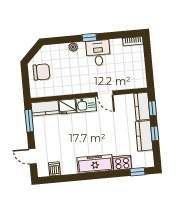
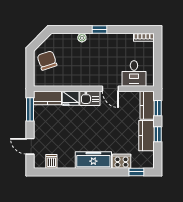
desk: (98, 53) -> (134, 73), moved, turned 180
chair: (41, 72) -> (47, 60), turned -108

